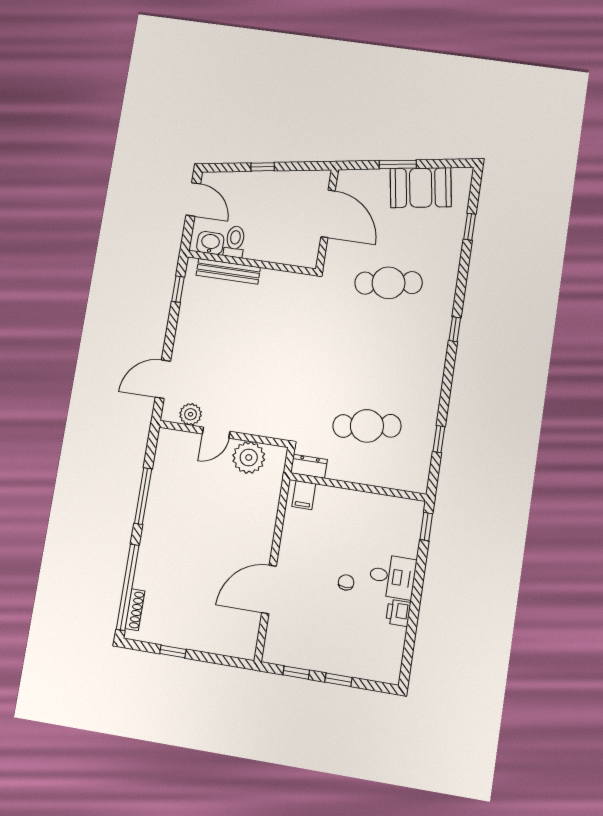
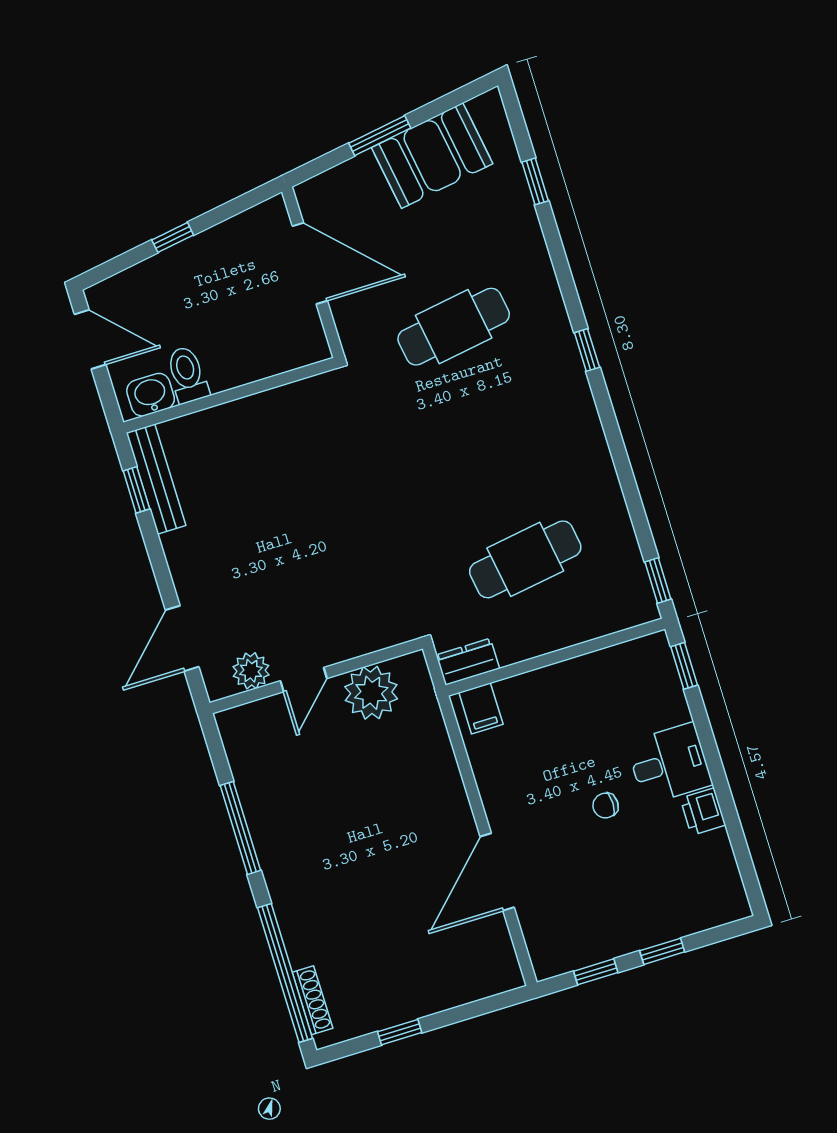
bench: (228, 271) -> (156, 479), moved, turned 90
window: (439, 439) -> (658, 581), moved
chair: (346, 582) -> (606, 805), turned -90

